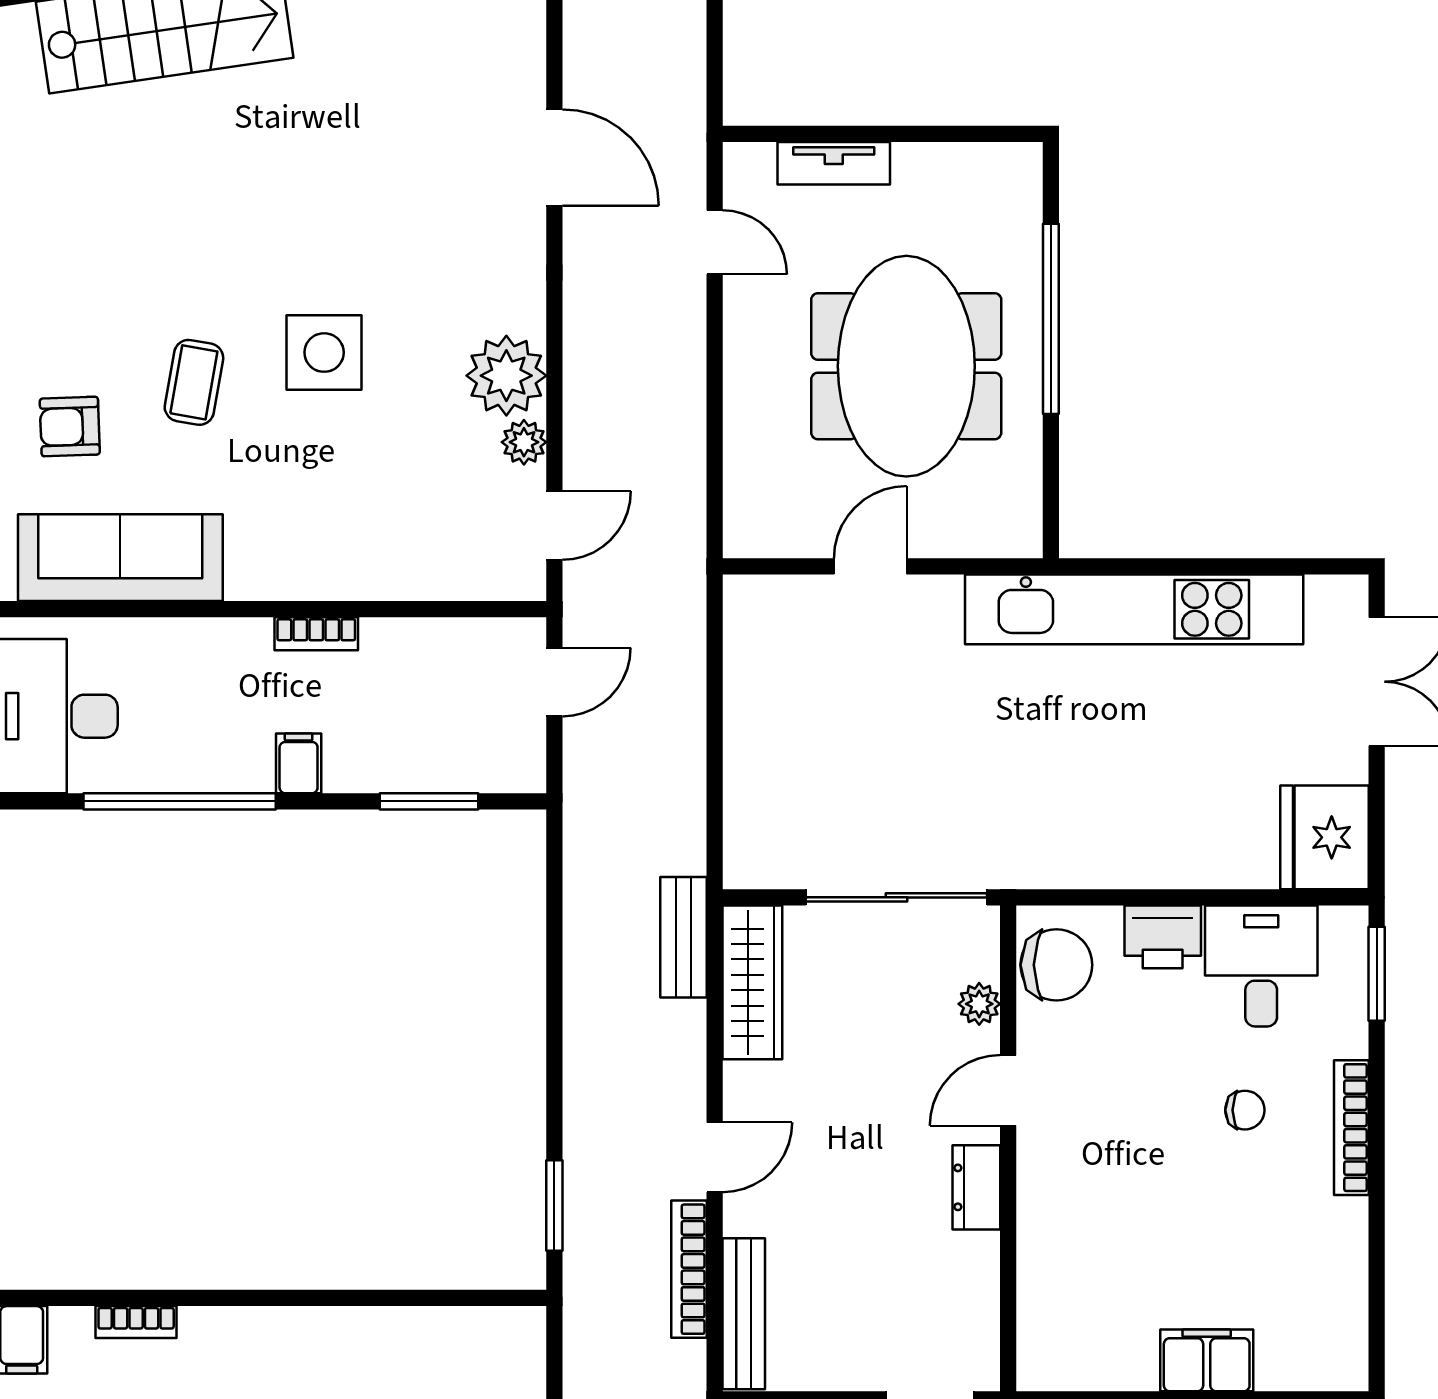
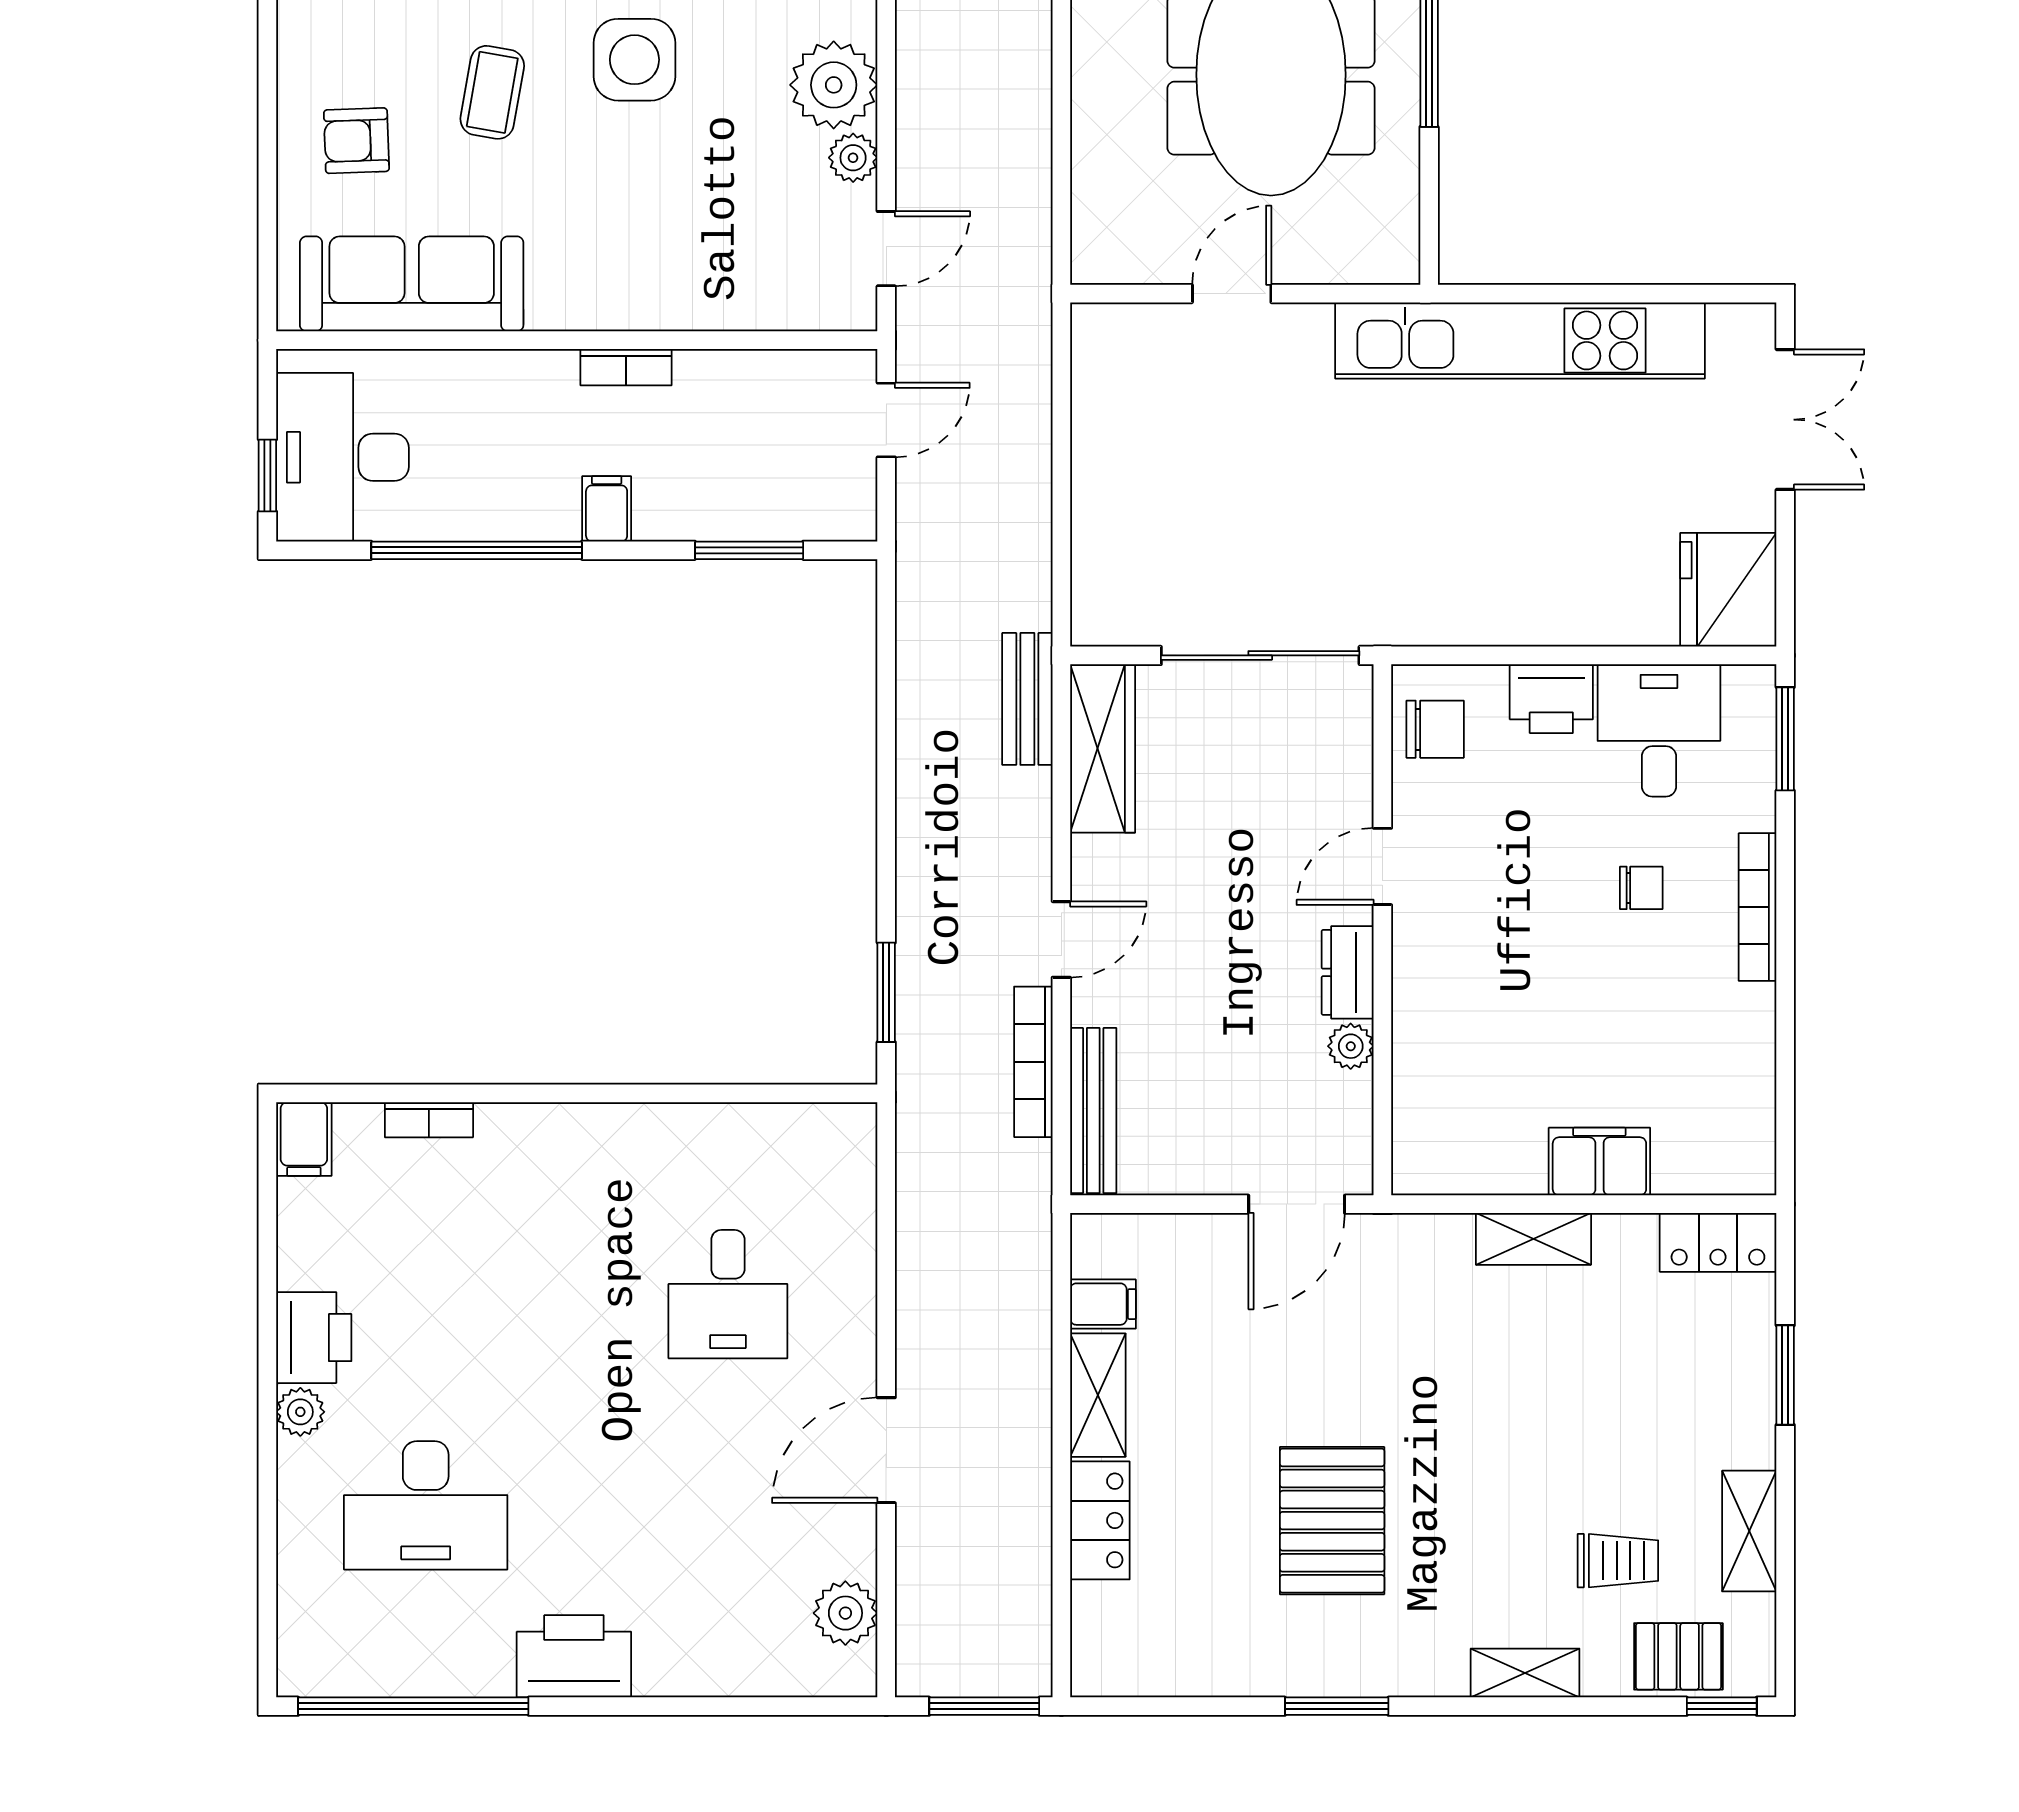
chair: (1056, 965) -> (1435, 729), width x0.73, depth x0.73
plant: (979, 1004) -> (1351, 1046), moved

